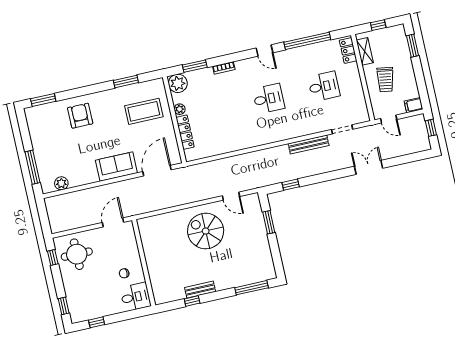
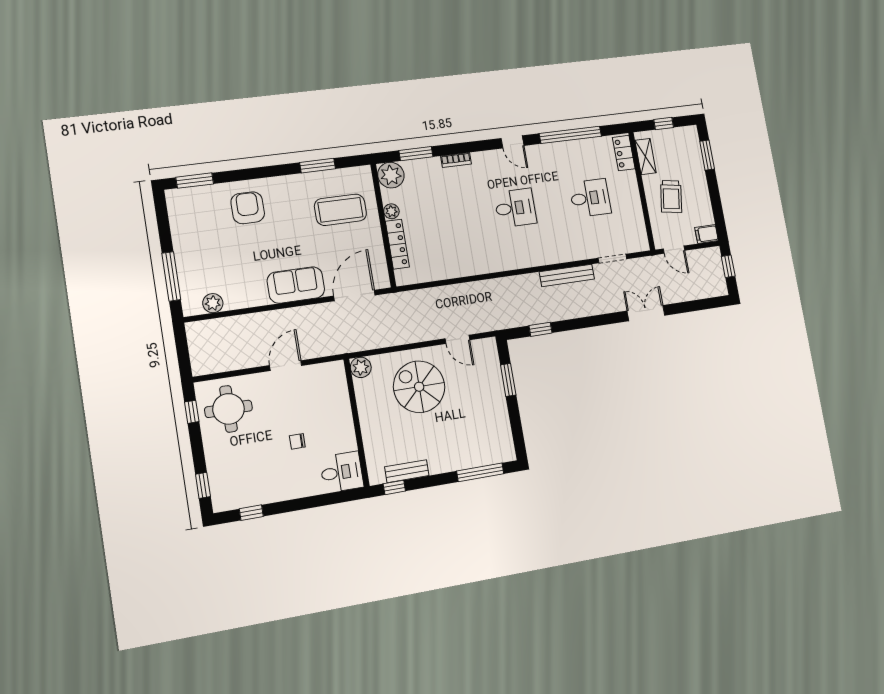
plant: (164, 220) -> (361, 367), added
wall: (144, 263) -> (356, 423), moved
desk: (135, 297) -> (342, 472), moved

